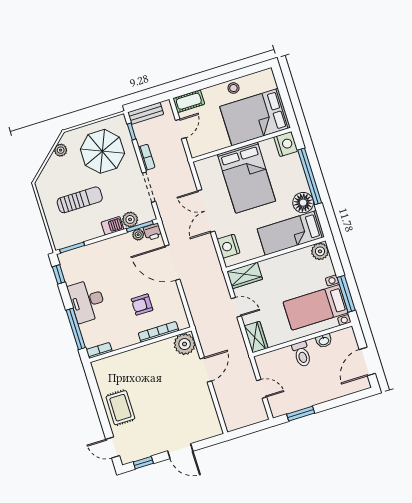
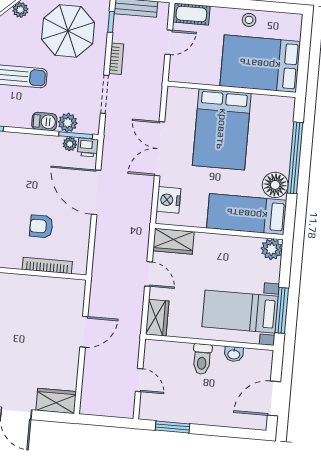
nightstand: (286, 144) -> (283, 109), removed
plant: (185, 344) -> (72, 292), removed
wardrobe: (206, 430) -> (56, 401), added

